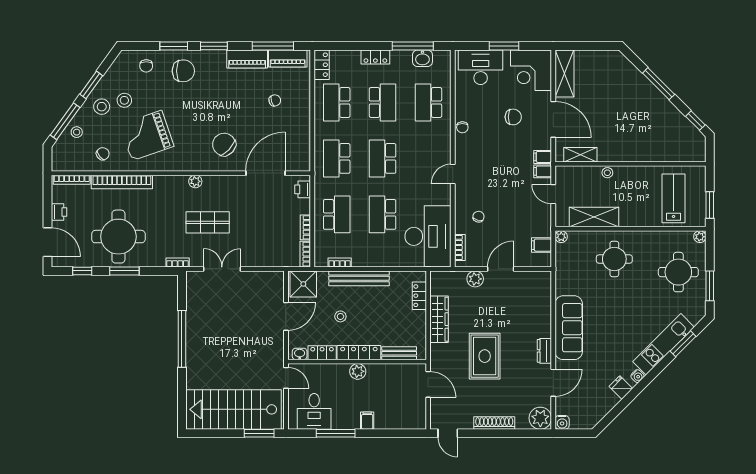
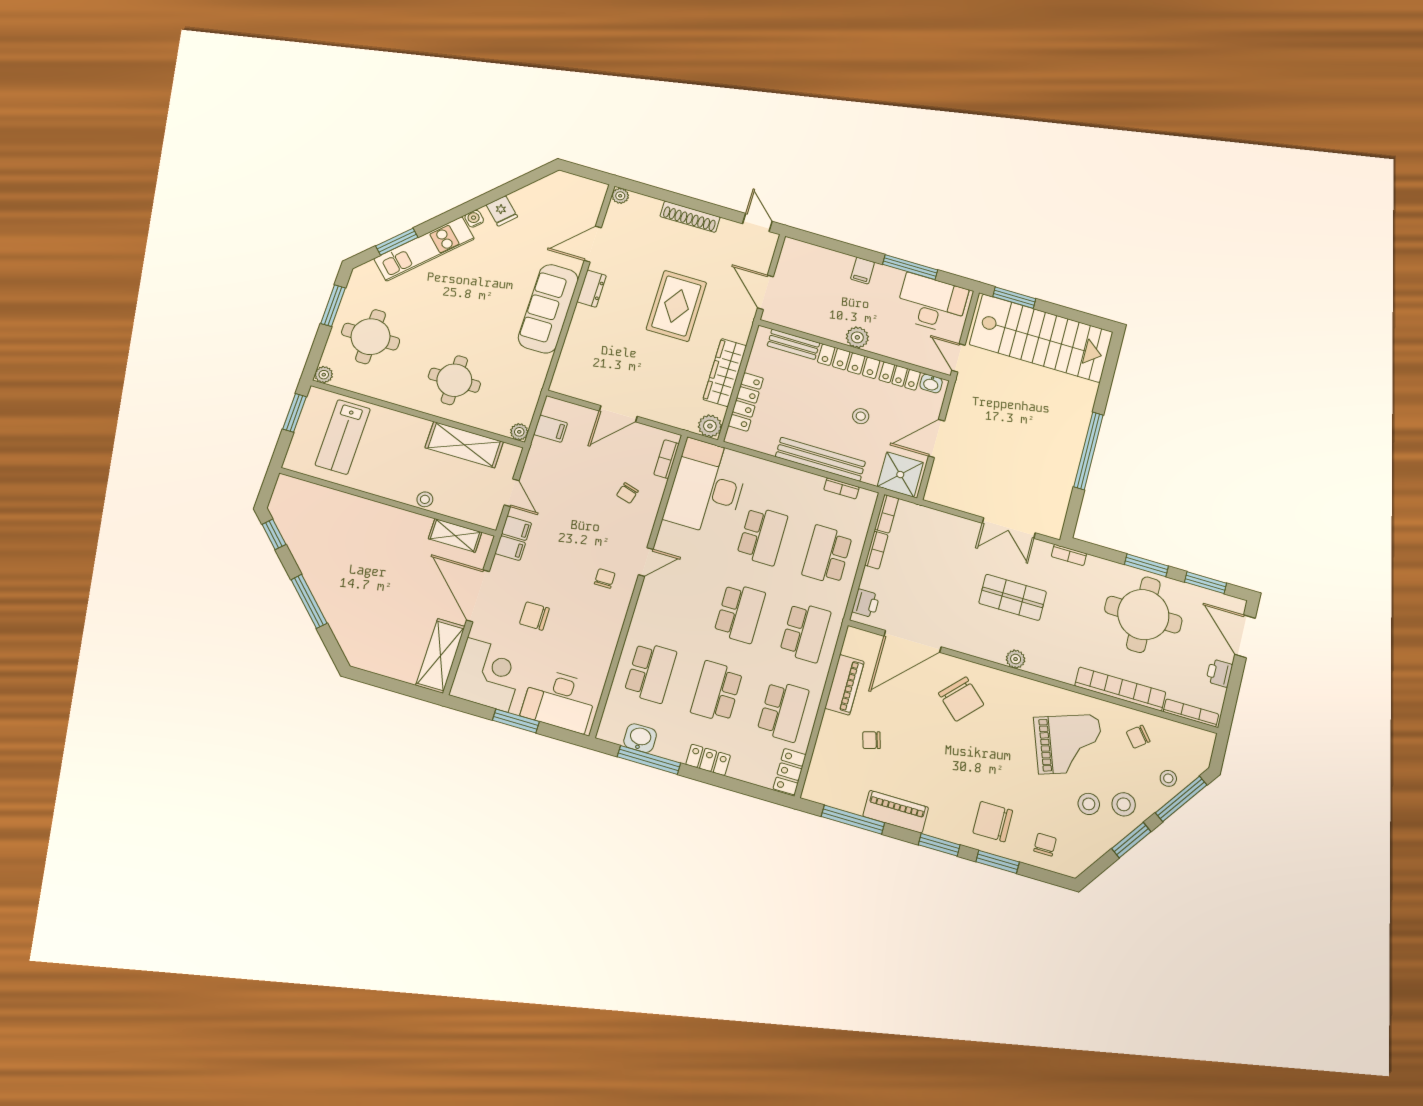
piano: (288, 58) -> (845, 685), moved, turned 90
chair: (462, 127) -> (605, 579), moved
window: (82, 271) -> (1205, 583), width x1.50
plant: (475, 279) -> (710, 426), moved
locker: (419, 296) -> (746, 402), width x1.53
desk: (314, 411) -> (932, 304), width x1.37
plant: (540, 418) -> (620, 196), width x0.53, depth x0.53
water cooler: (562, 422) -> (597, 190), removed

